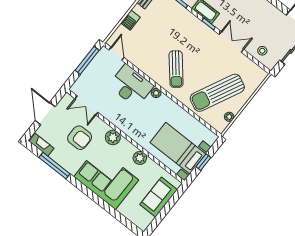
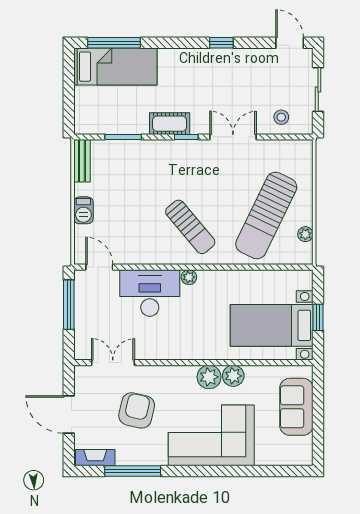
double door: (86, 105) -> (113, 363), swing flipped
armchair: (80, 138) -> (137, 410), turned -77
plant: (113, 138) -> (209, 377), moved

